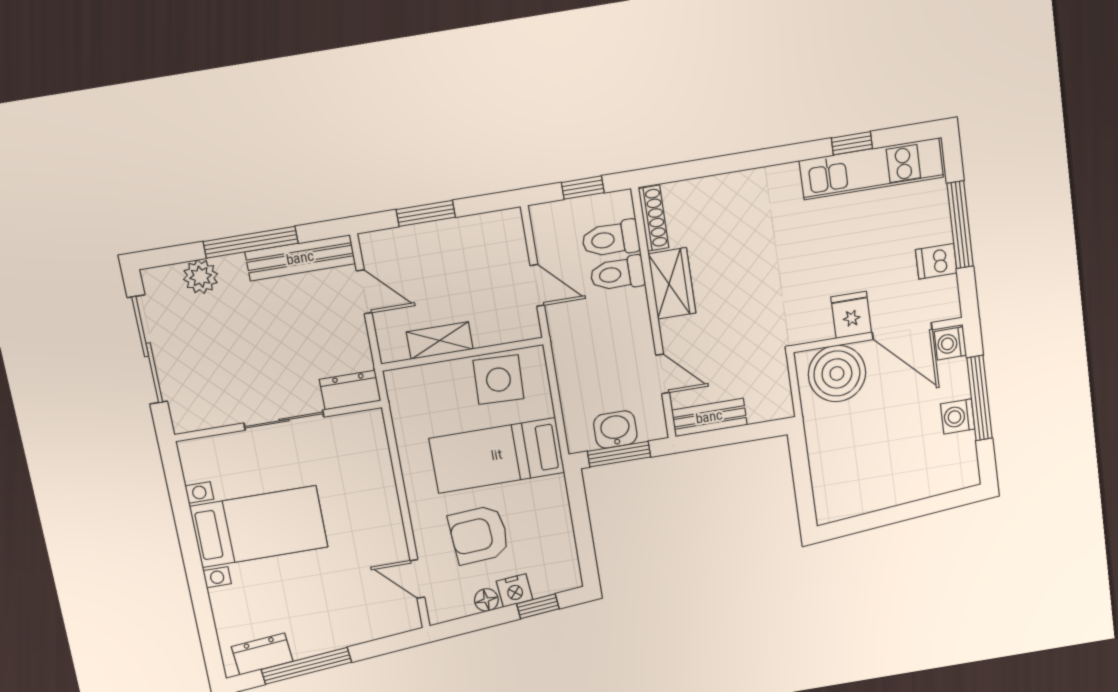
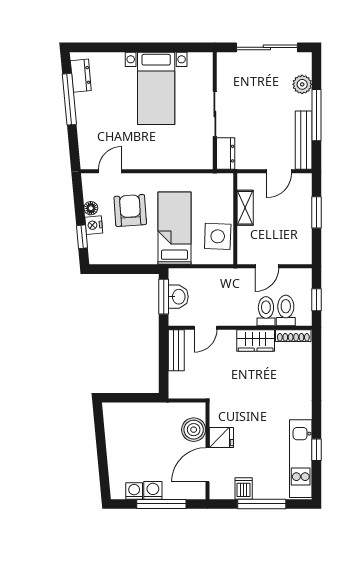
washing machine: (950, 343) -> (134, 491), moved
boiler: (837, 373) -> (194, 430), width x0.73, depth x0.73

